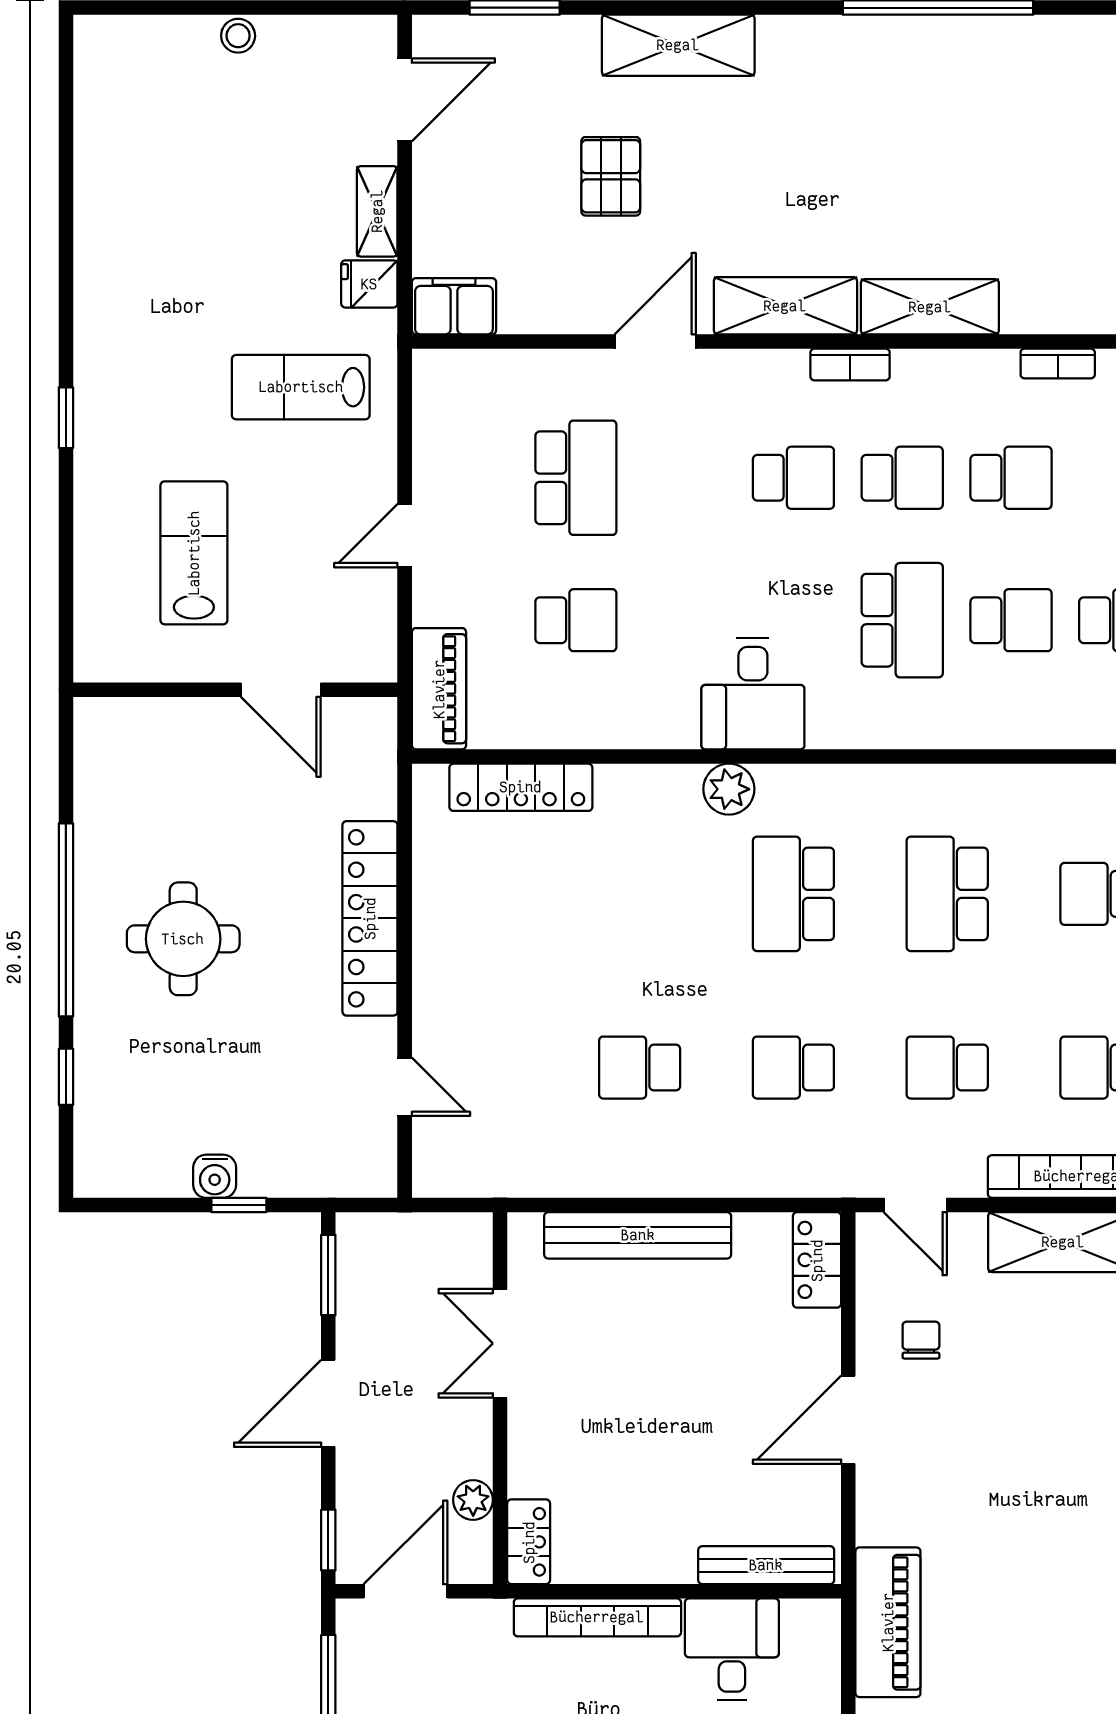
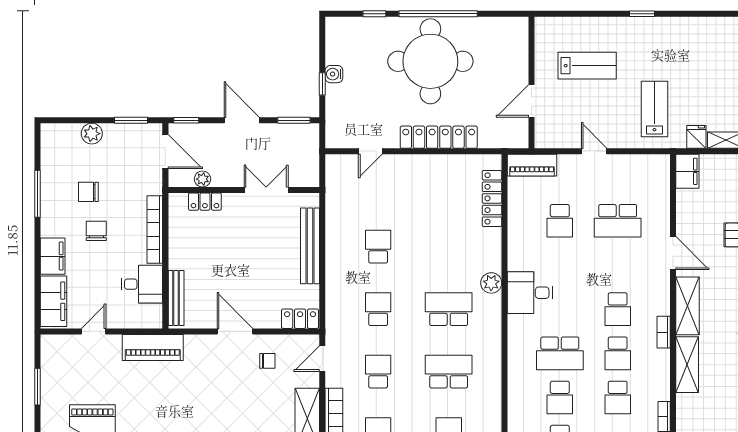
round table: (183, 939) -> (430, 61), width x1.86, depth x1.86
locker: (529, 1542) -> (205, 202), moved

